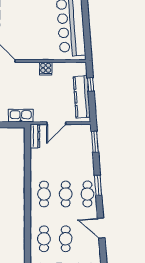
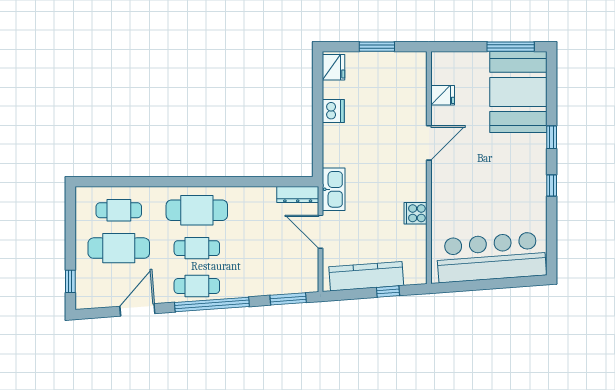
kitchen sink: (21, 116) -> (334, 189), moved
window: (98, 185) -> (212, 304), width x2.11
cafe table: (44, 194) -> (197, 210), width x1.37, depth x1.35
cafe table: (66, 239) -> (119, 248), width x1.37, depth x1.35

